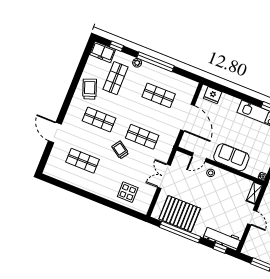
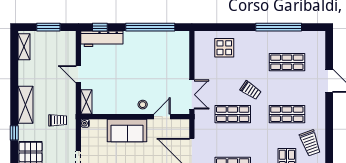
double door: (164, 176) -> (192, 95), moved
window: (78, 191) -> (279, 27), added
pallet: (180, 214) -> (159, 47), removed

